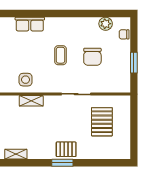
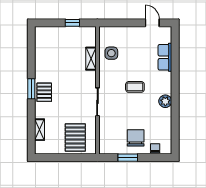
plant: (106, 24) -> (165, 101), moved
chair: (92, 57) -> (136, 138), moved, turned 90
pallet: (102, 122) -> (75, 138), moved, turned 90
shelving: (16, 154) -> (39, 130), moved

